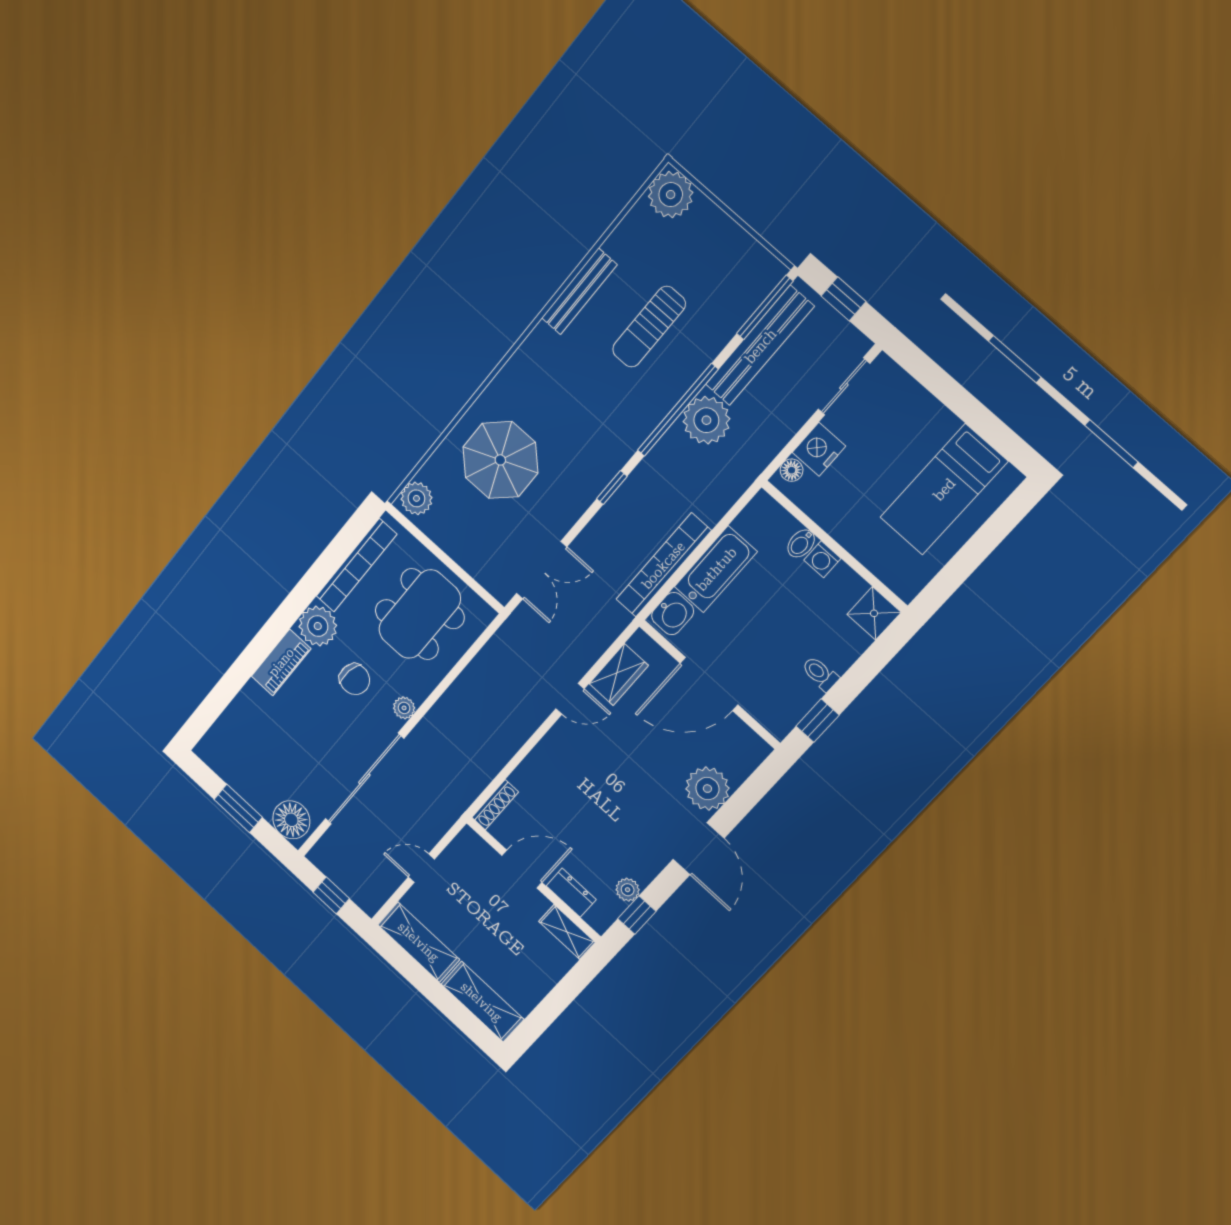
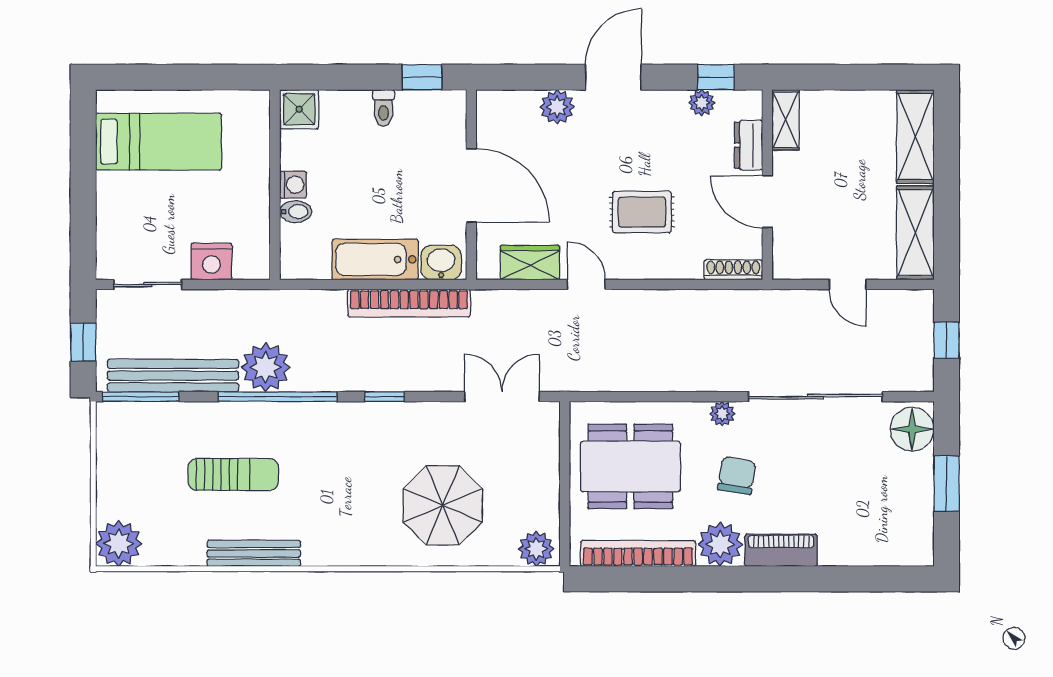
floor lamp: (792, 470) -> (246, 268), removed
rug: (587, 782) -> (642, 212), added
plant: (707, 789) -> (557, 107), width x0.73, depth x0.73

